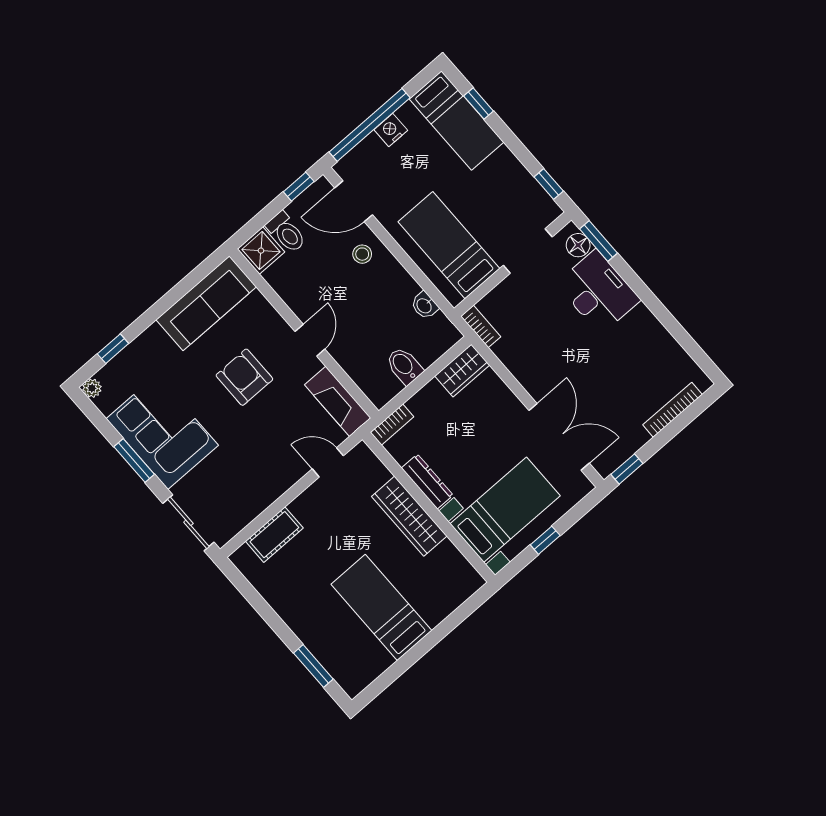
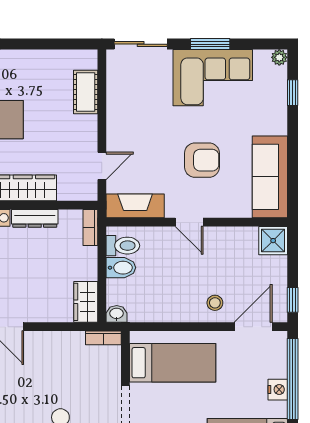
toilet: (286, 232) -> (123, 246), moved, turned 180
washbasin: (424, 305) -> (117, 314), moved

